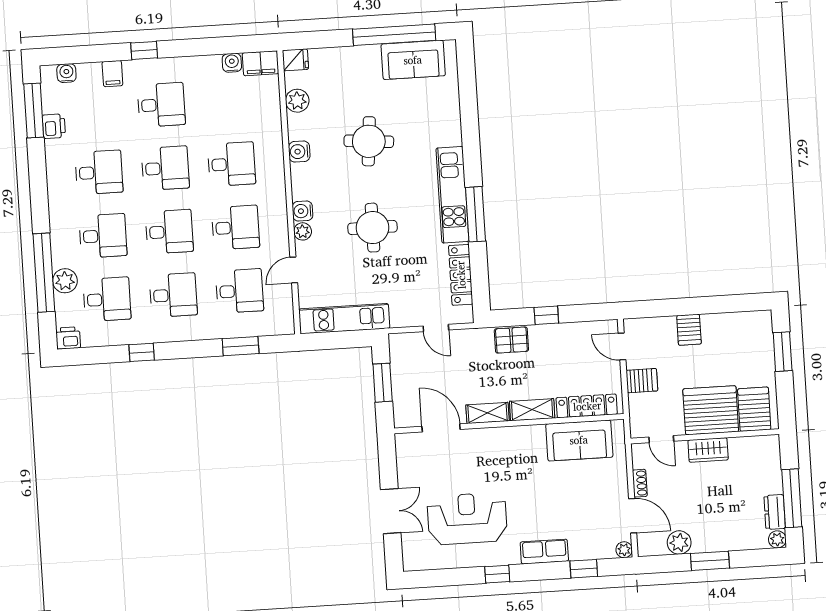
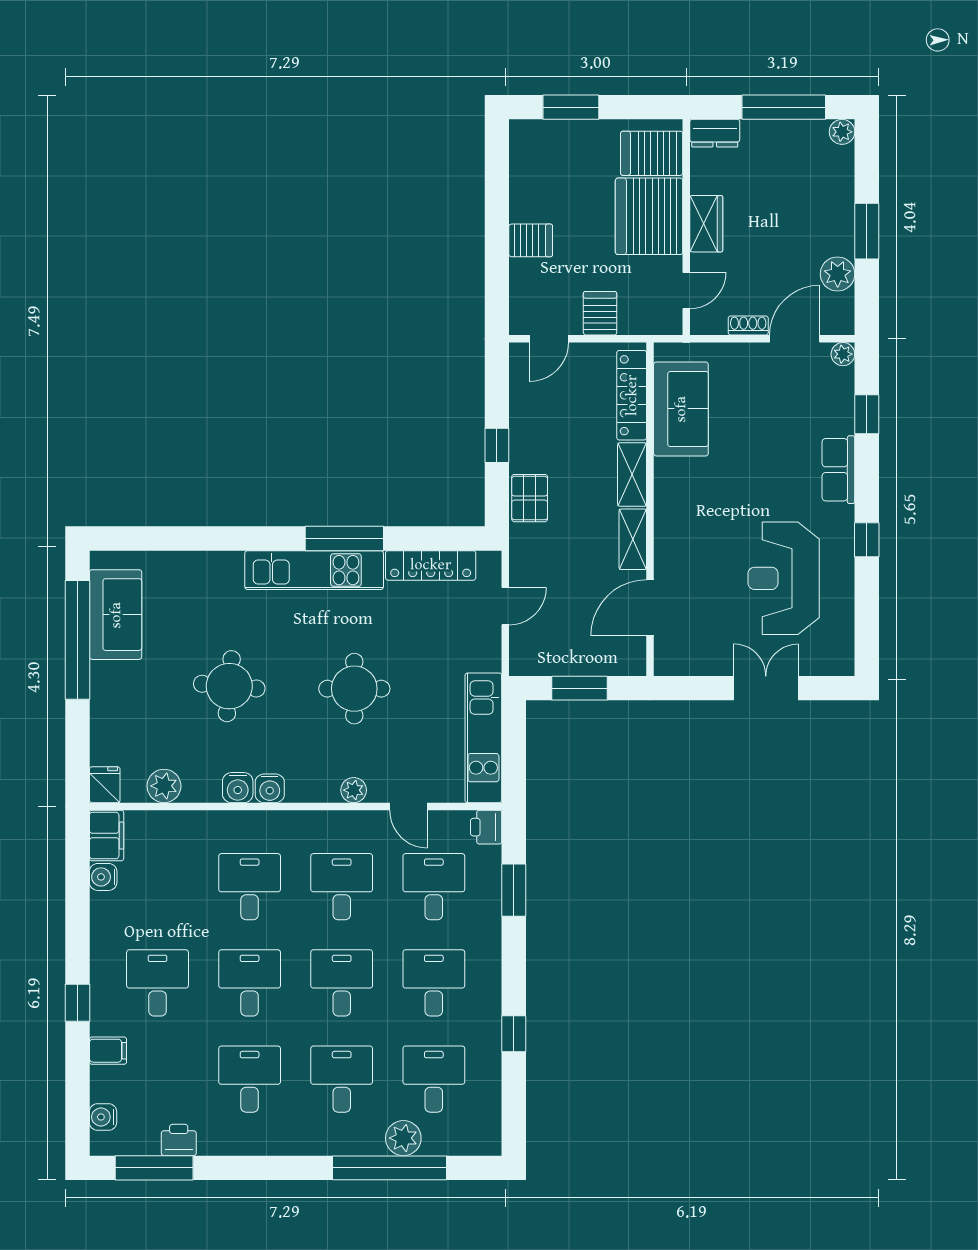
water cooler: (303, 211) -> (270, 788), moved
printer: (68, 338) -> (486, 827), moved
dresser: (775, 512) -> (715, 133), moved

